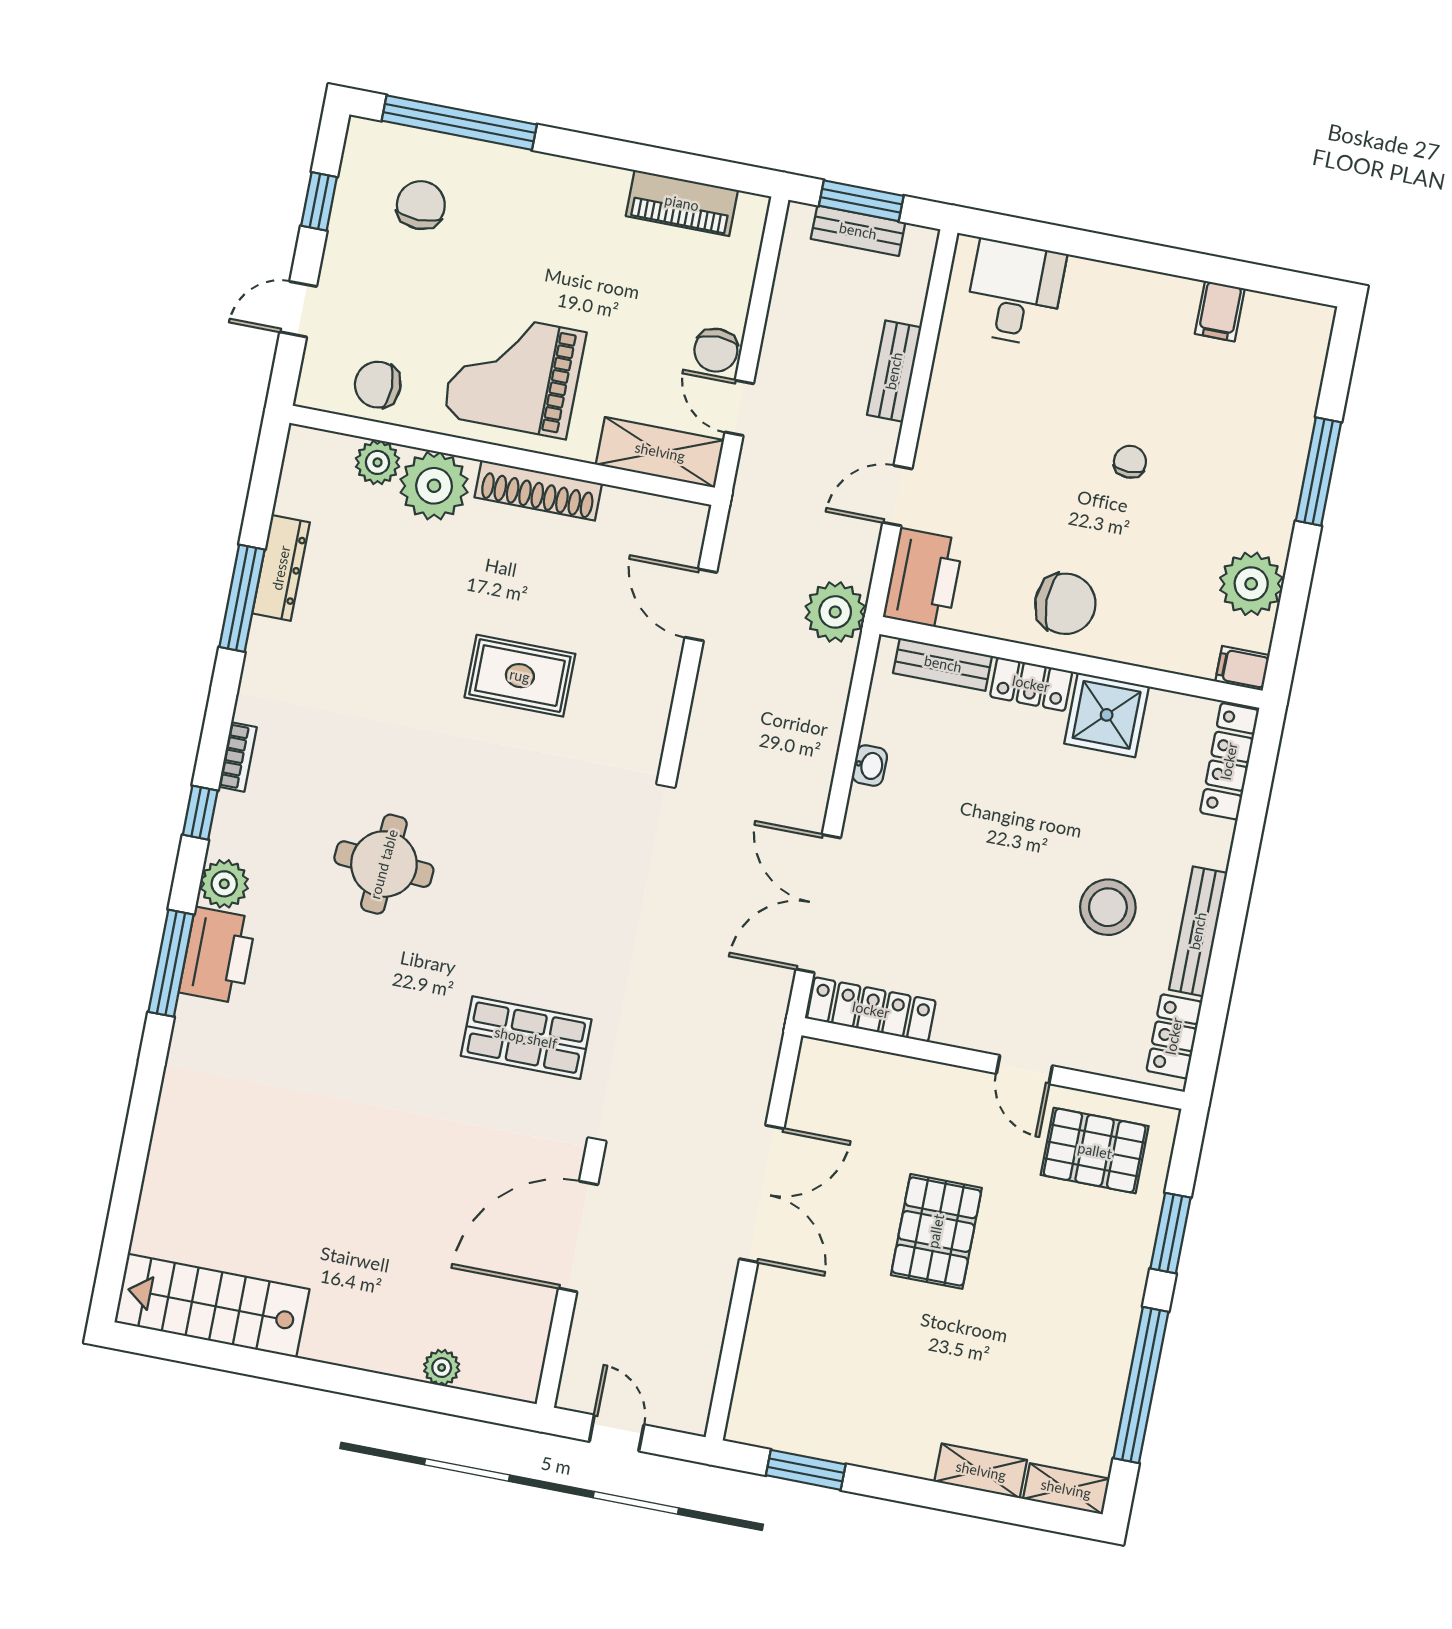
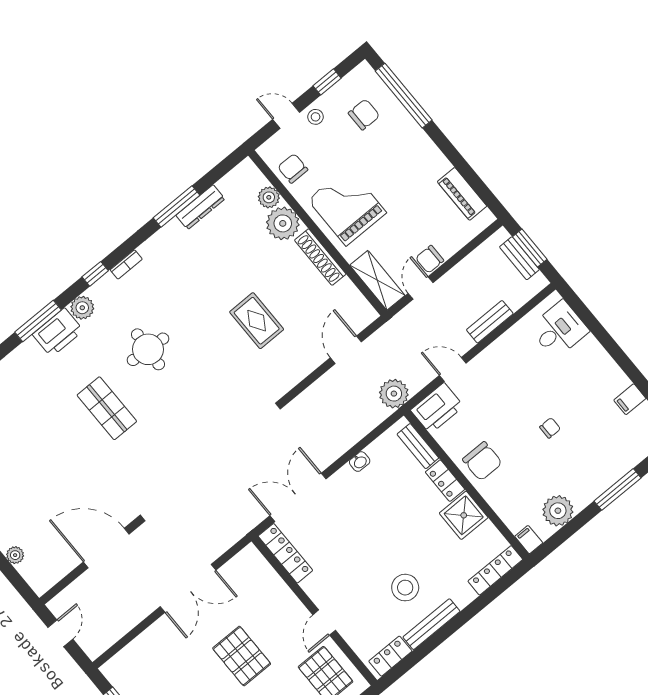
stool: (346, 272) -> (316, 117), added
shop shelf: (526, 1038) -> (107, 408), moved
pallet: (936, 1231) -> (242, 656), turned 90

